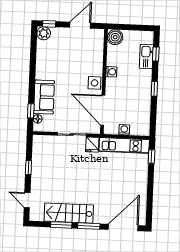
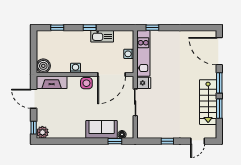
fireplace: (97, 45) -> (52, 82), added
kitchen sink: (146, 56) -> (102, 36), moved

